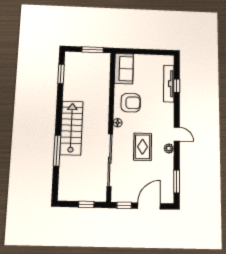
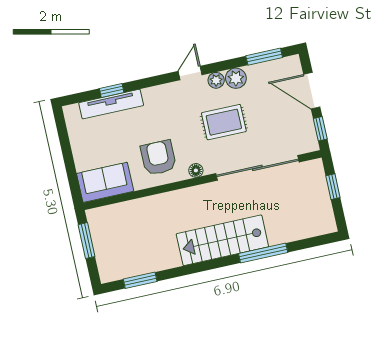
plant: (167, 161) -> (236, 78), added

